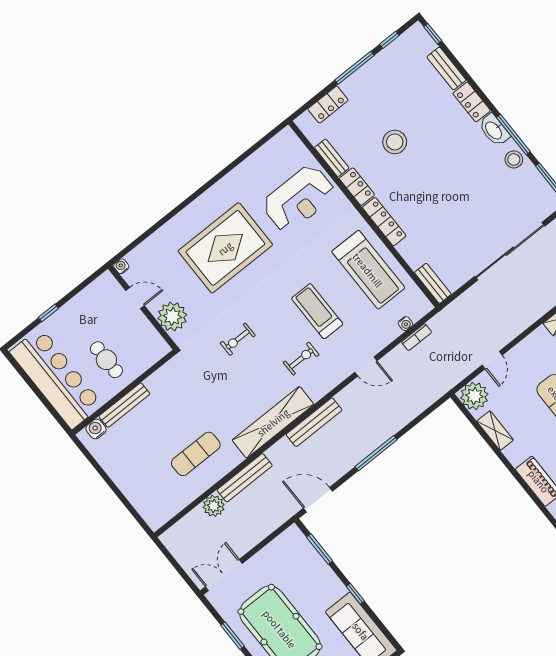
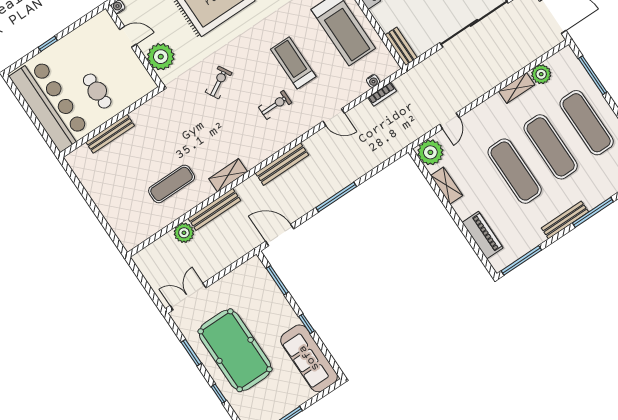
exercise bike: (238, 339) -> (219, 82), turned 151
shelving: (273, 422) -> (228, 175), width x0.45, depth x0.75
water cooler: (96, 429) -> (82, 154), removed

